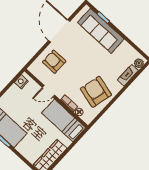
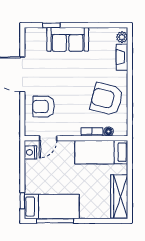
sofa: (101, 31) -> (68, 39), width x0.73
door: (49, 91) -> (48, 138), moved

